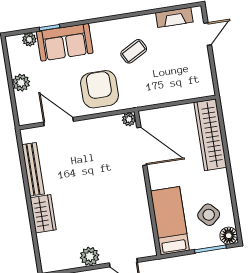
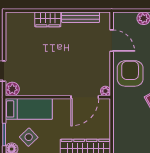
armchair: (100, 89) -> (130, 73), turned -90
door: (58, 122) -> (112, 41), hinge flipped
plant: (90, 256) -> (12, 89), moved

